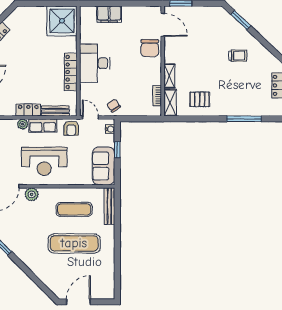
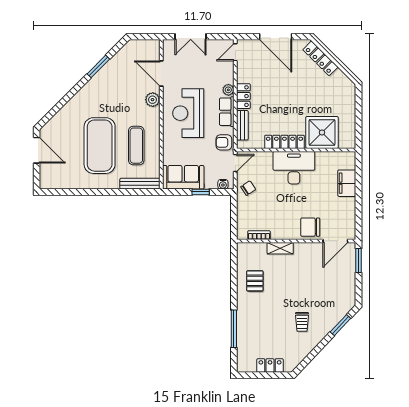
shower: (62, 21) -> (322, 132), moved
shelving: (170, 103) -> (251, 249), removed
exercise mat: (74, 243) -> (100, 146), width x1.47

